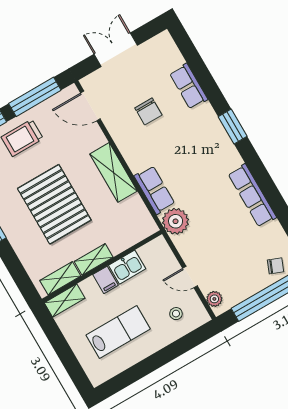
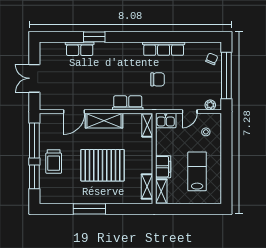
door: (90, 106) -> (74, 112), moved
chair: (148, 111) -> (158, 79), moved
window: (233, 126) -> (94, 37), moved
plant: (176, 221) -> (153, 101), removed
shelving: (94, 259) -> (147, 125), moved
kitchen sink: (127, 267) -> (166, 121), moved, turned 90
filing cabinet: (106, 280) -> (163, 167), width x2.00

